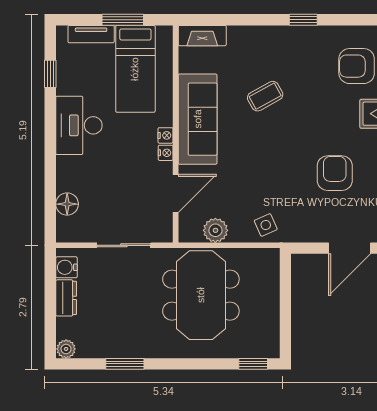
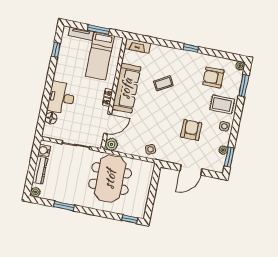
desk: (79, 125) -> (61, 98), moved
plant: (215, 230) -> (111, 144), moved
dresser: (66, 298) -> (40, 170), width x1.44

